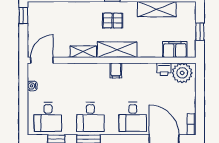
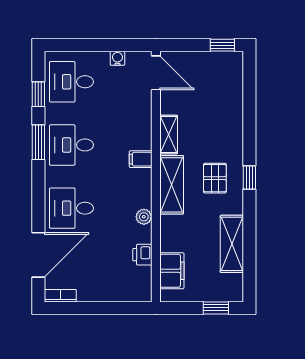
window: (200, 32) -> (216, 308), moved
filing cabinet: (116, 70) -> (141, 159), moved
plant: (182, 73) -> (144, 217), moved, width x0.53, depth x0.53

